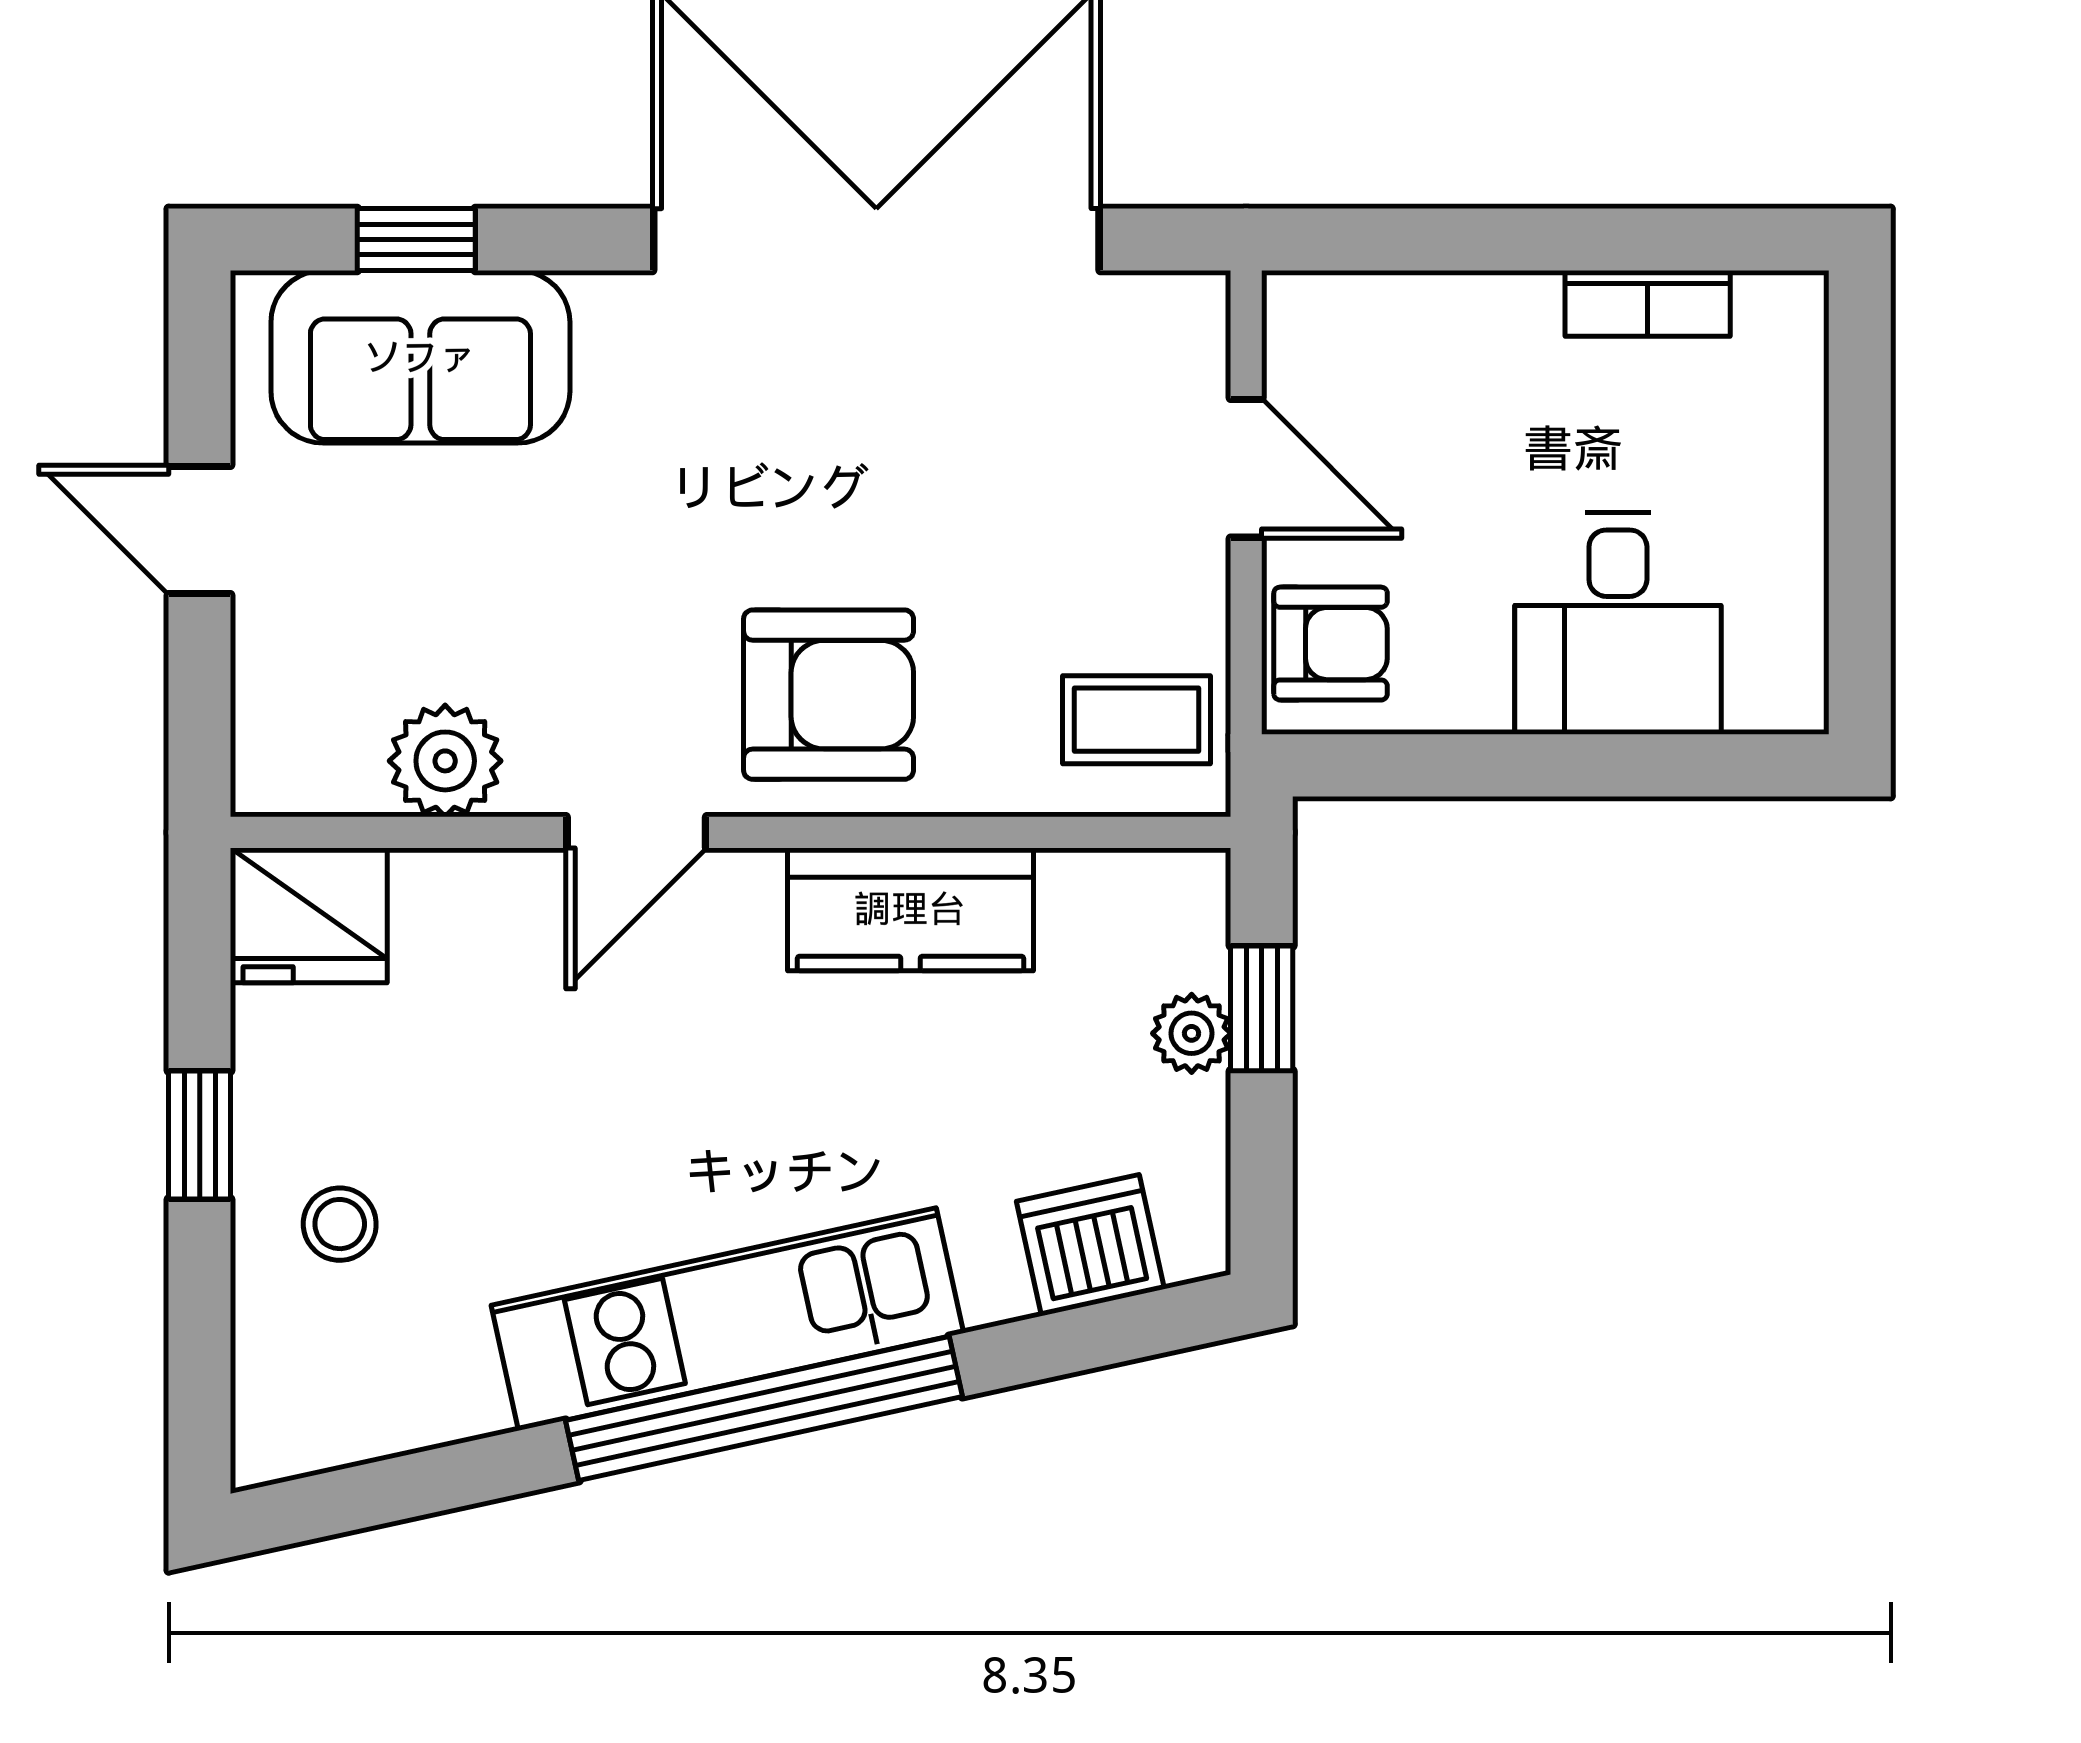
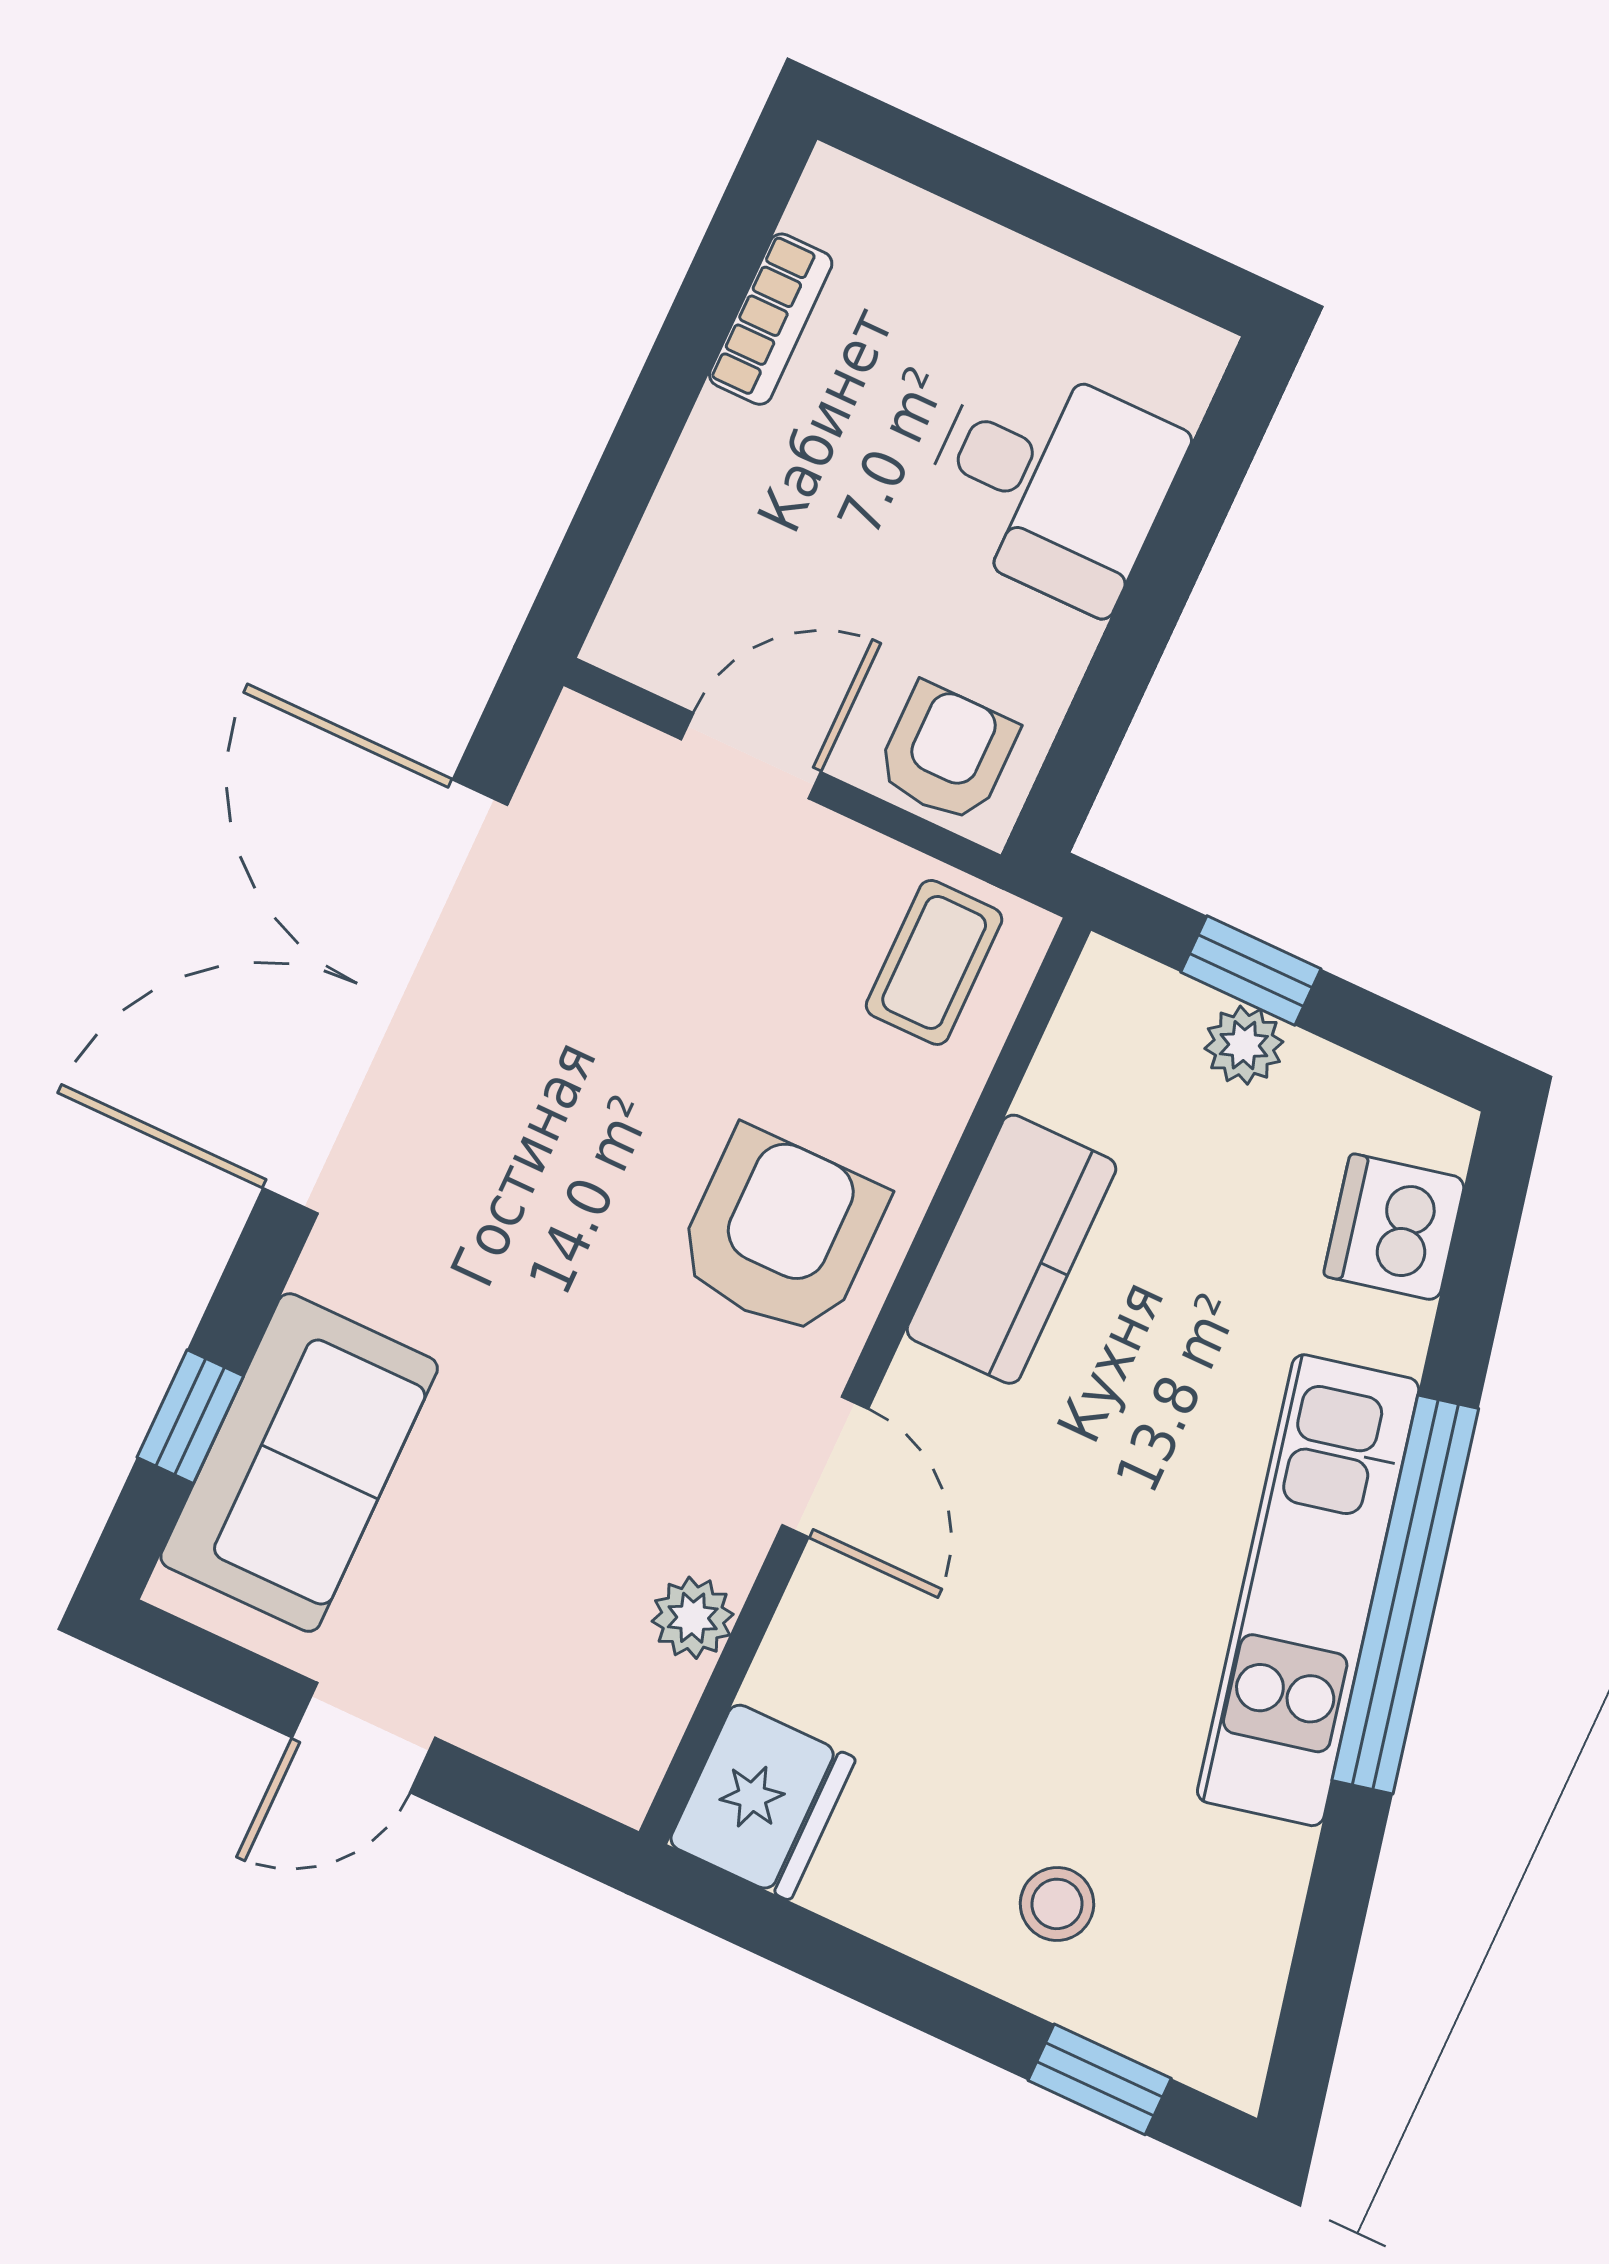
plant: (445, 761) -> (693, 1618), width x0.73, depth x0.73
window: (200, 1135) -> (1100, 2079), moved

